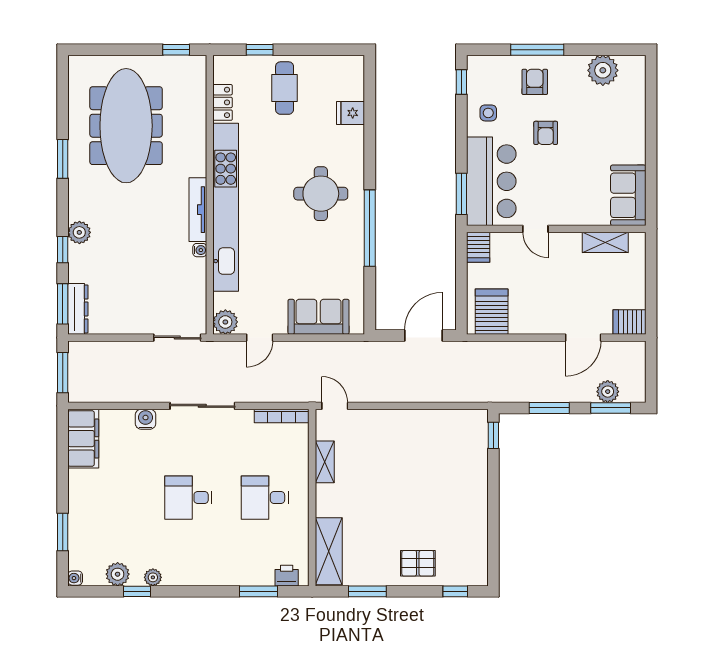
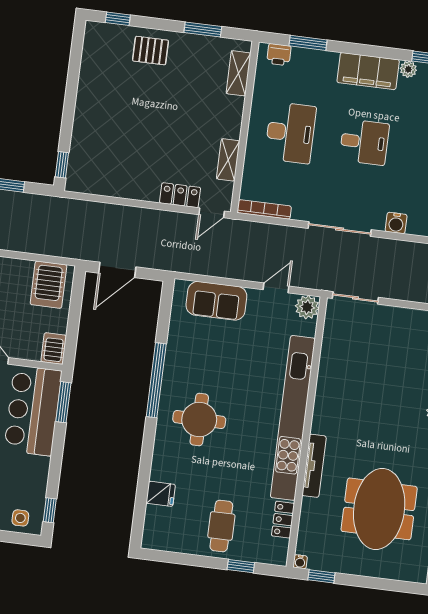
side table: (488, 113) -> (20, 518), moved
meeting table: (126, 126) -> (379, 509), width x0.73
tv unit: (198, 210) -> (314, 466), moved
water cooler: (200, 250) -> (300, 562), moved, turned -90
door: (335, 406) -> (212, 213), hinge flipped
locker: (369, 420) -> (180, 195), added
desk: (265, 498) -> (290, 133), width x1.37
shelving: (329, 551) -> (238, 73), width x0.67, depth x0.75
filing cabinet: (194, 570) -> (368, 71), added

